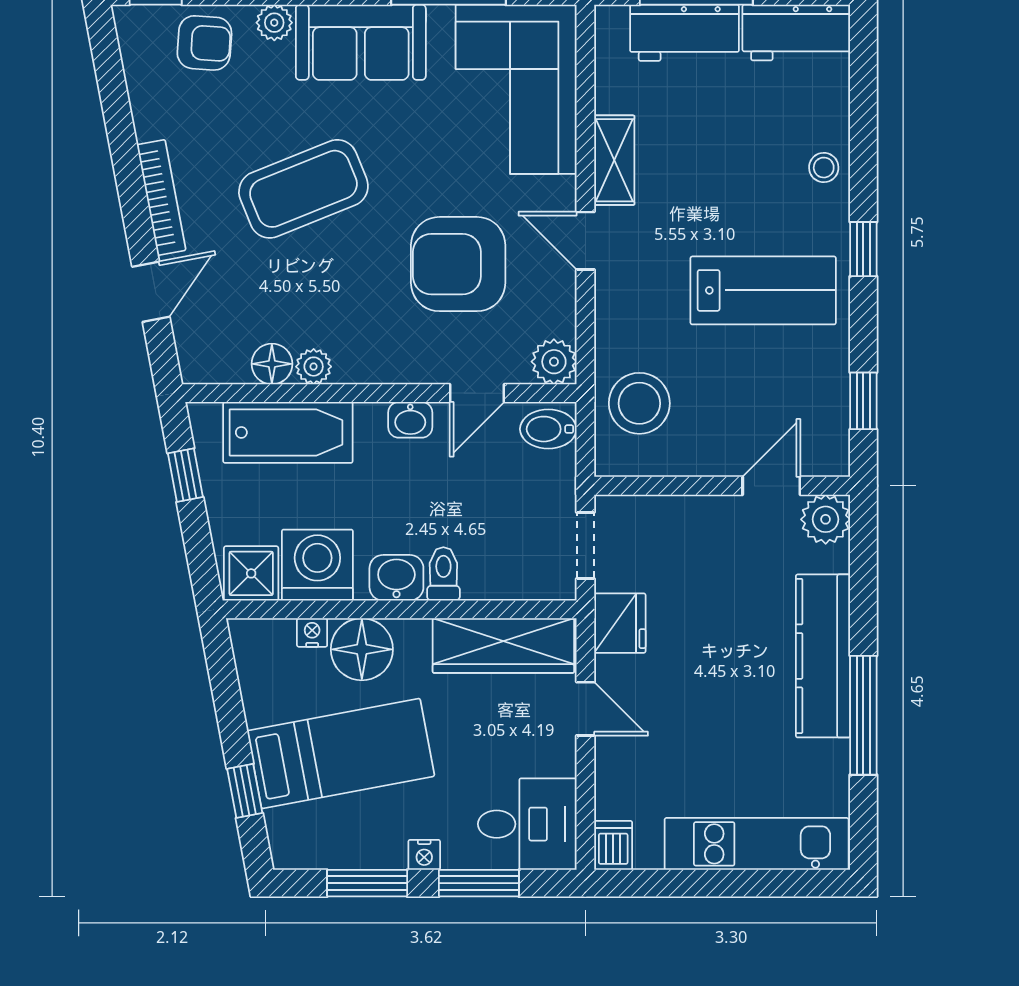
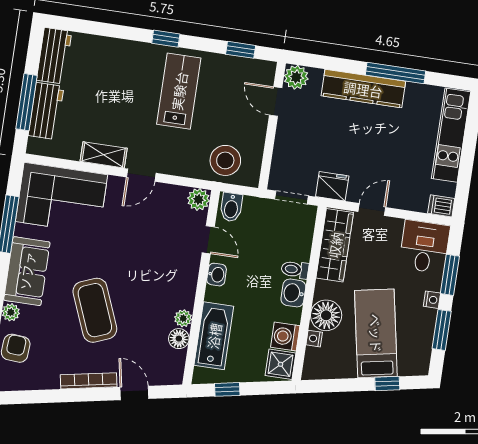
stool: (824, 168) -> (123, 52), removed
armchair: (458, 264) -> (143, 239), removed
washing machine: (317, 565) -> (285, 336), width x0.73, depth x0.73

